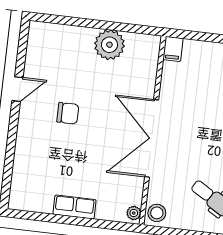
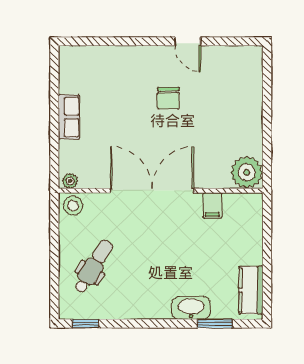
plant: (109, 45) -> (247, 172), moved
filing cabinet: (173, 49) -> (212, 205), moved, turned -90

